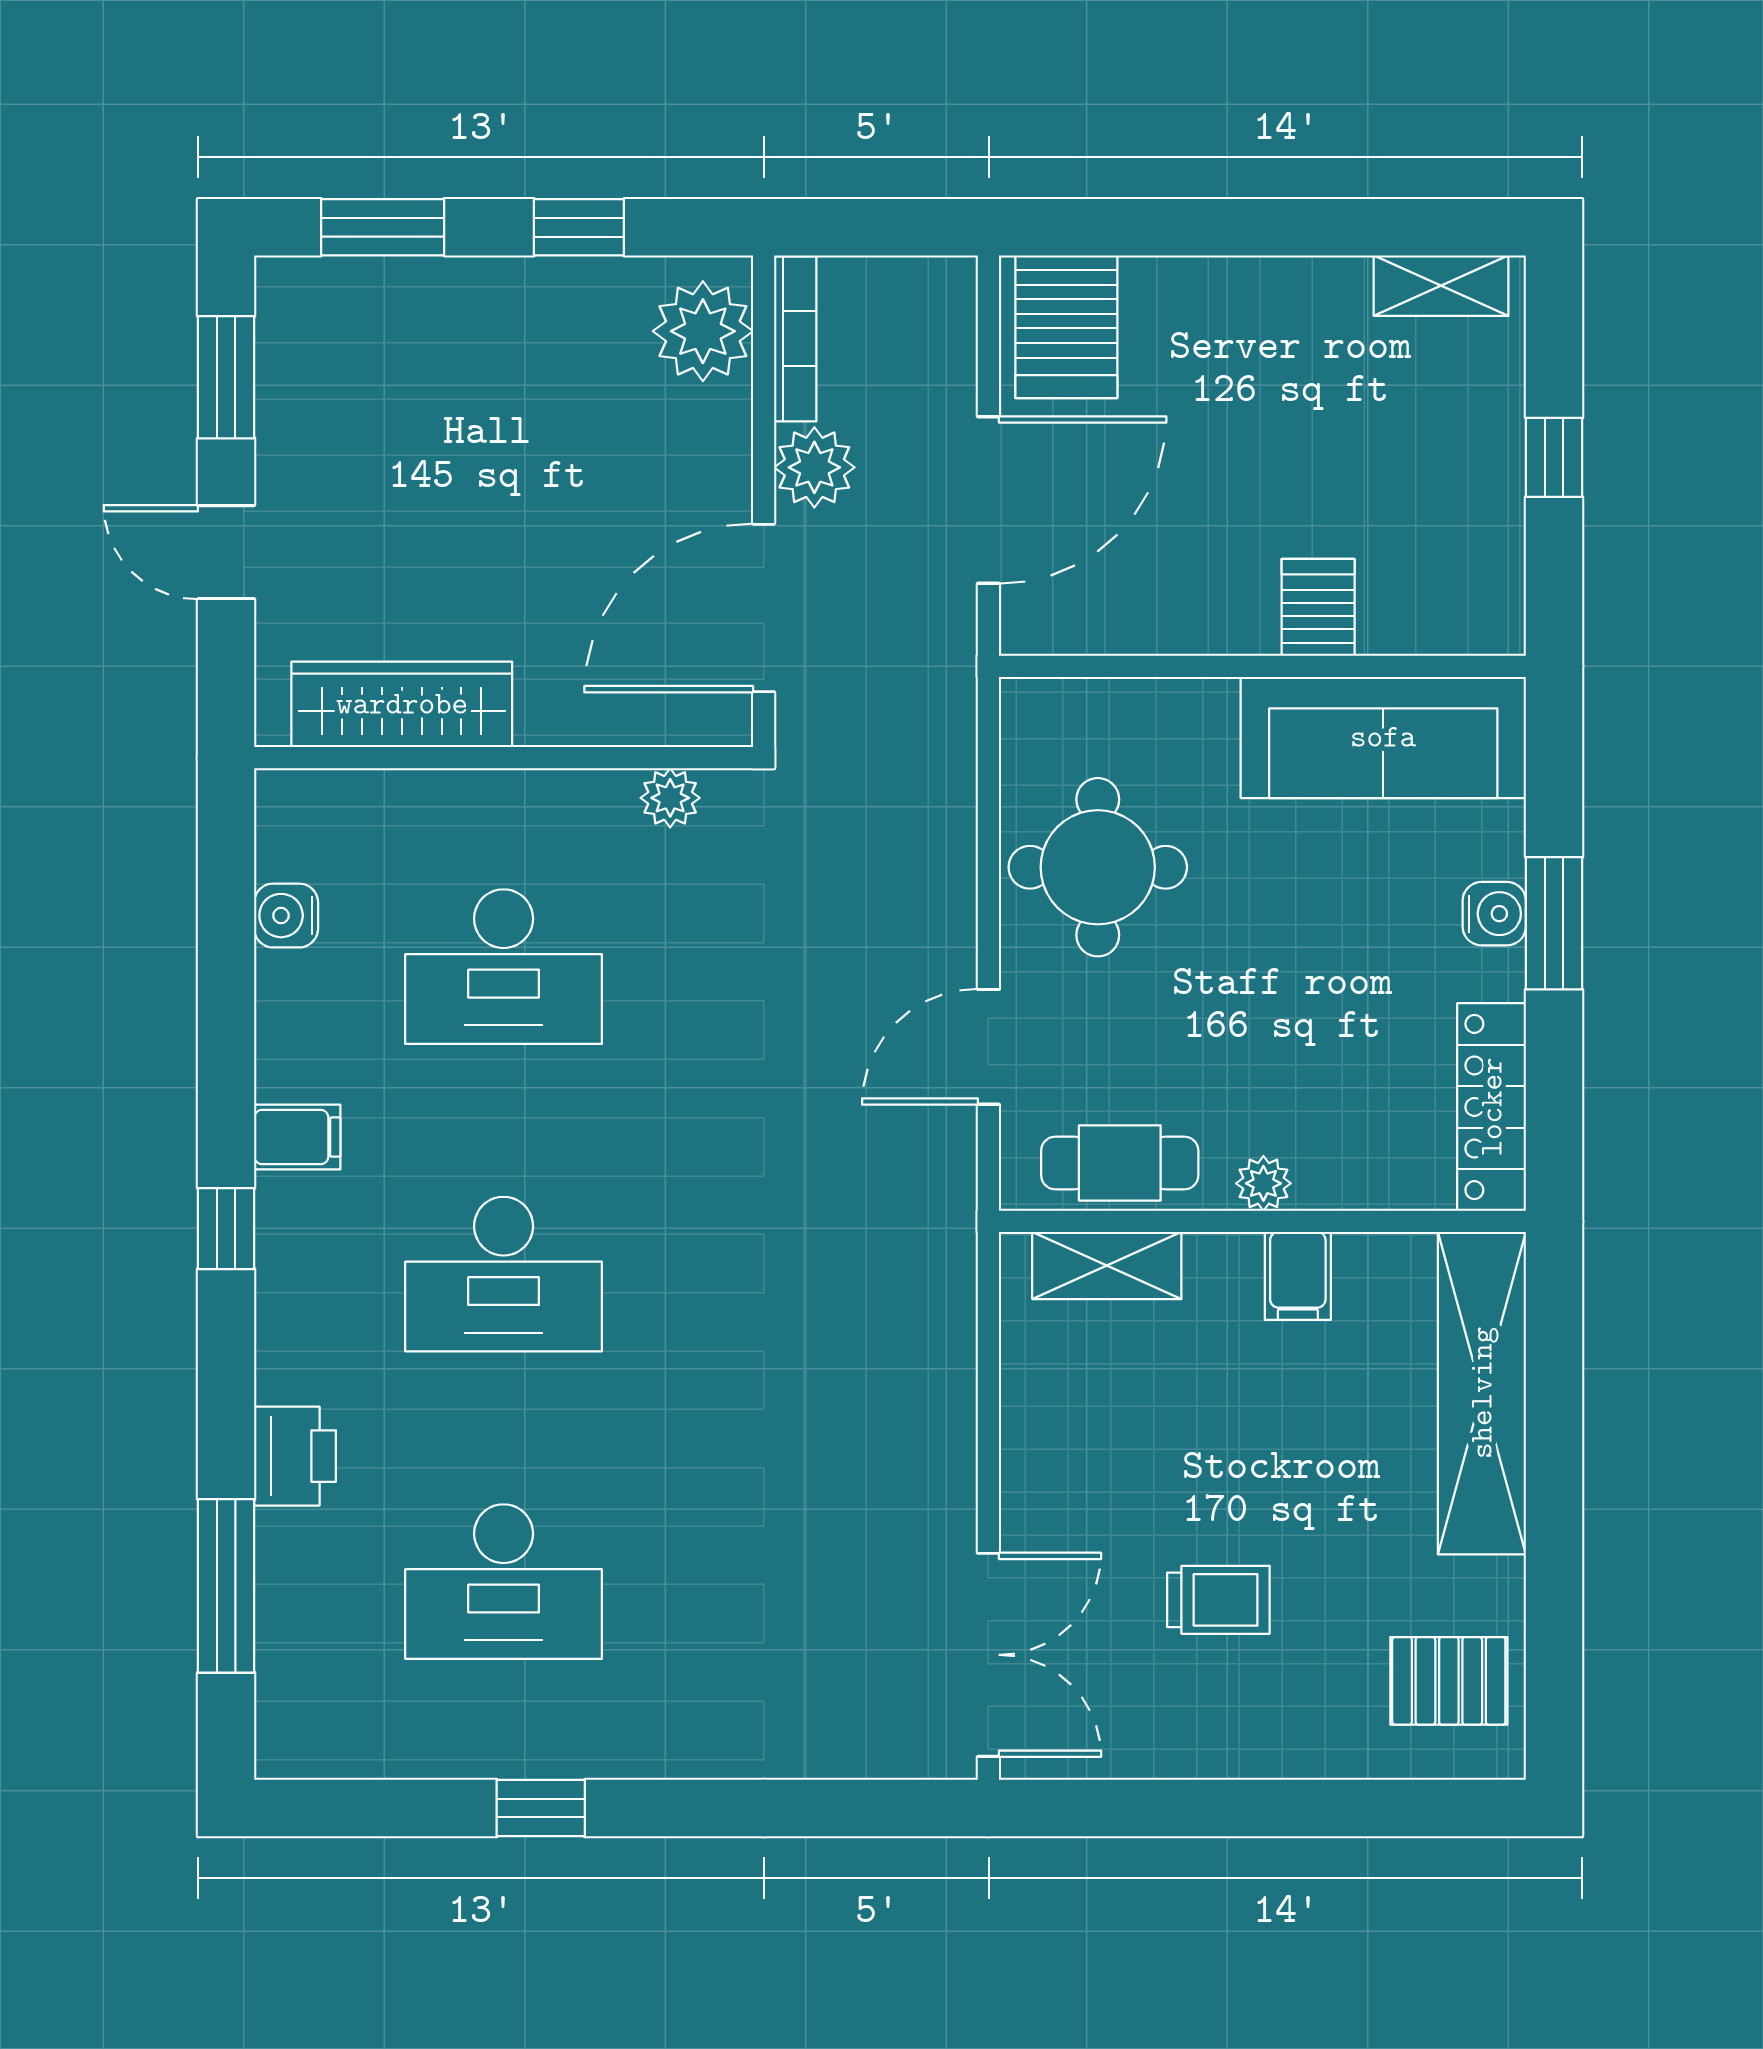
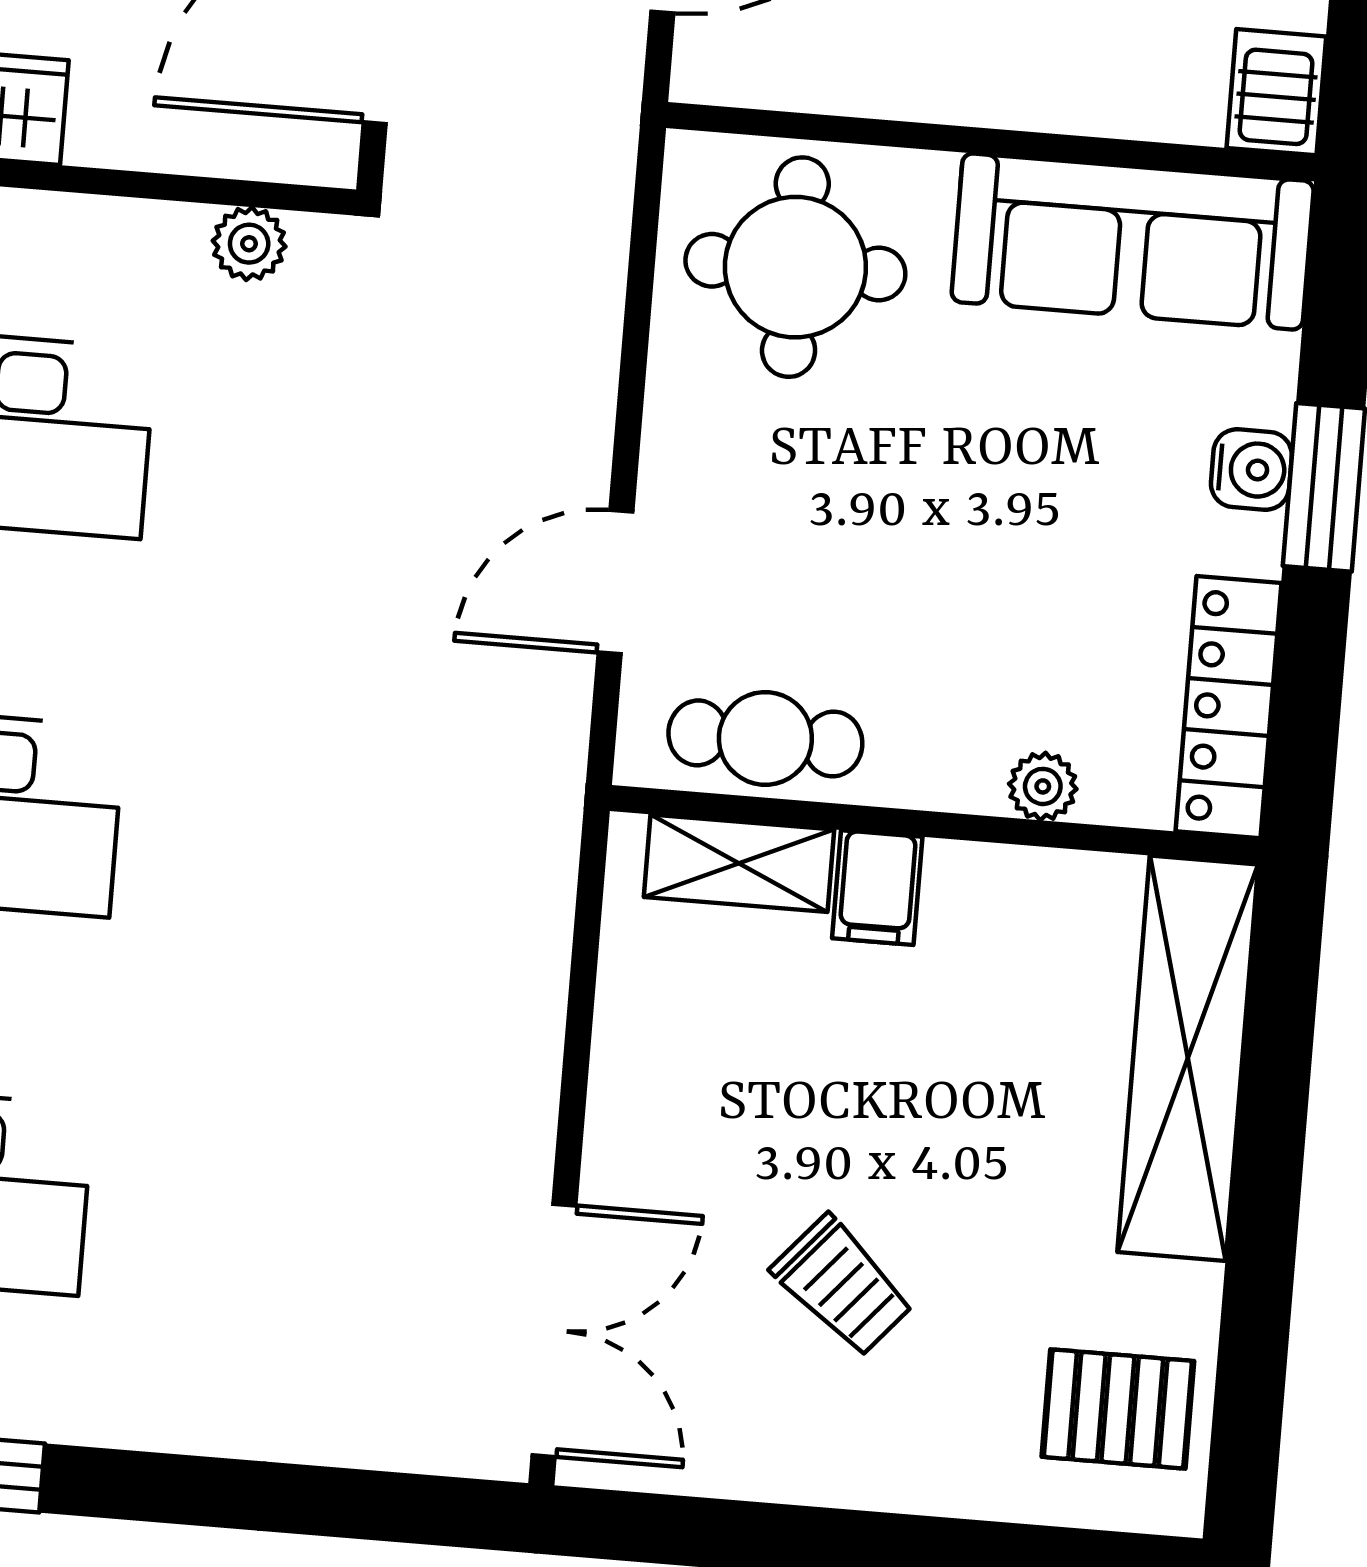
server rack: (1318, 607) -> (1276, 92), moved
round table: (1098, 867) -> (795, 267), moved
plant: (1263, 1183) -> (1043, 786), moved
filing cabinet: (1298, 1276) -> (877, 888), moved
trolley: (1218, 1600) -> (843, 1286), turned 41

